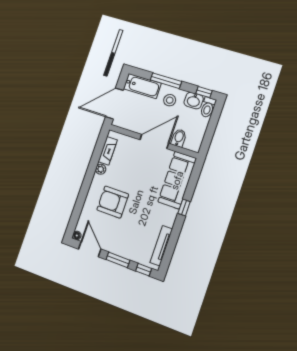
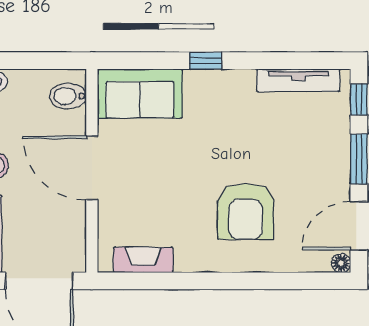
bidet: (179, 138) -> (68, 96), moved
plant: (101, 169) -> (187, 261), removed
sofa: (177, 180) -> (140, 94), width x0.73

